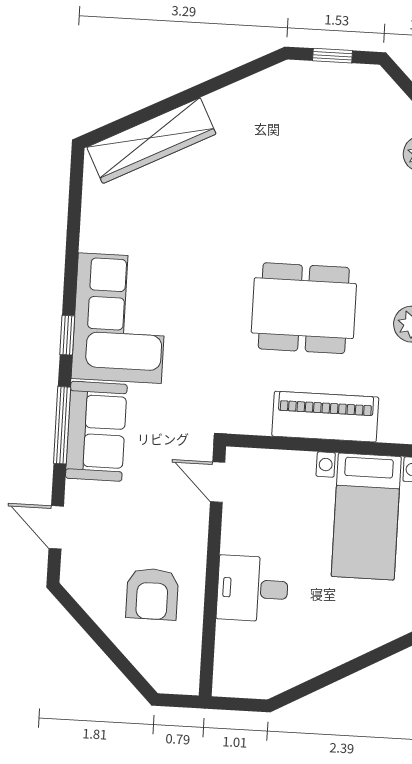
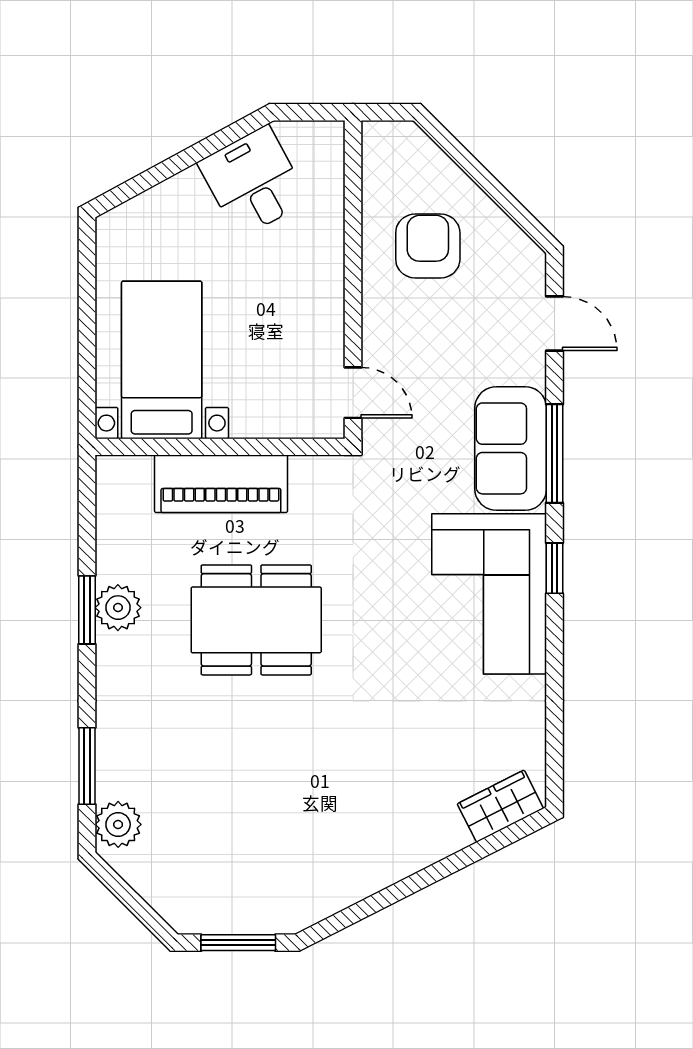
window: (333, 56) -> (238, 943), width x1.50
wardrobe: (151, 141) -> (500, 806), width x0.48, depth x0.85
desk: (253, 589) -> (253, 182), moved, turned -119

